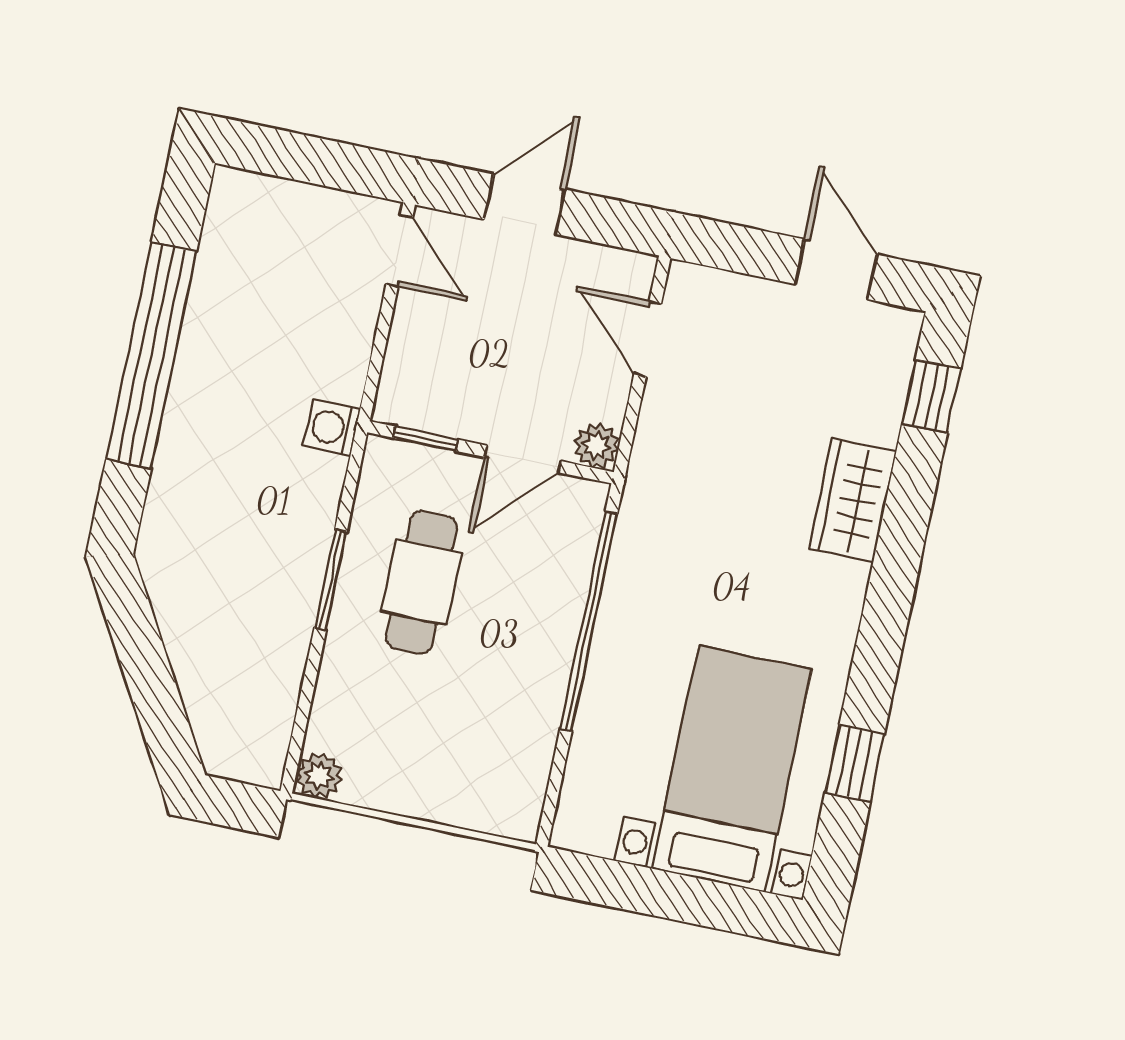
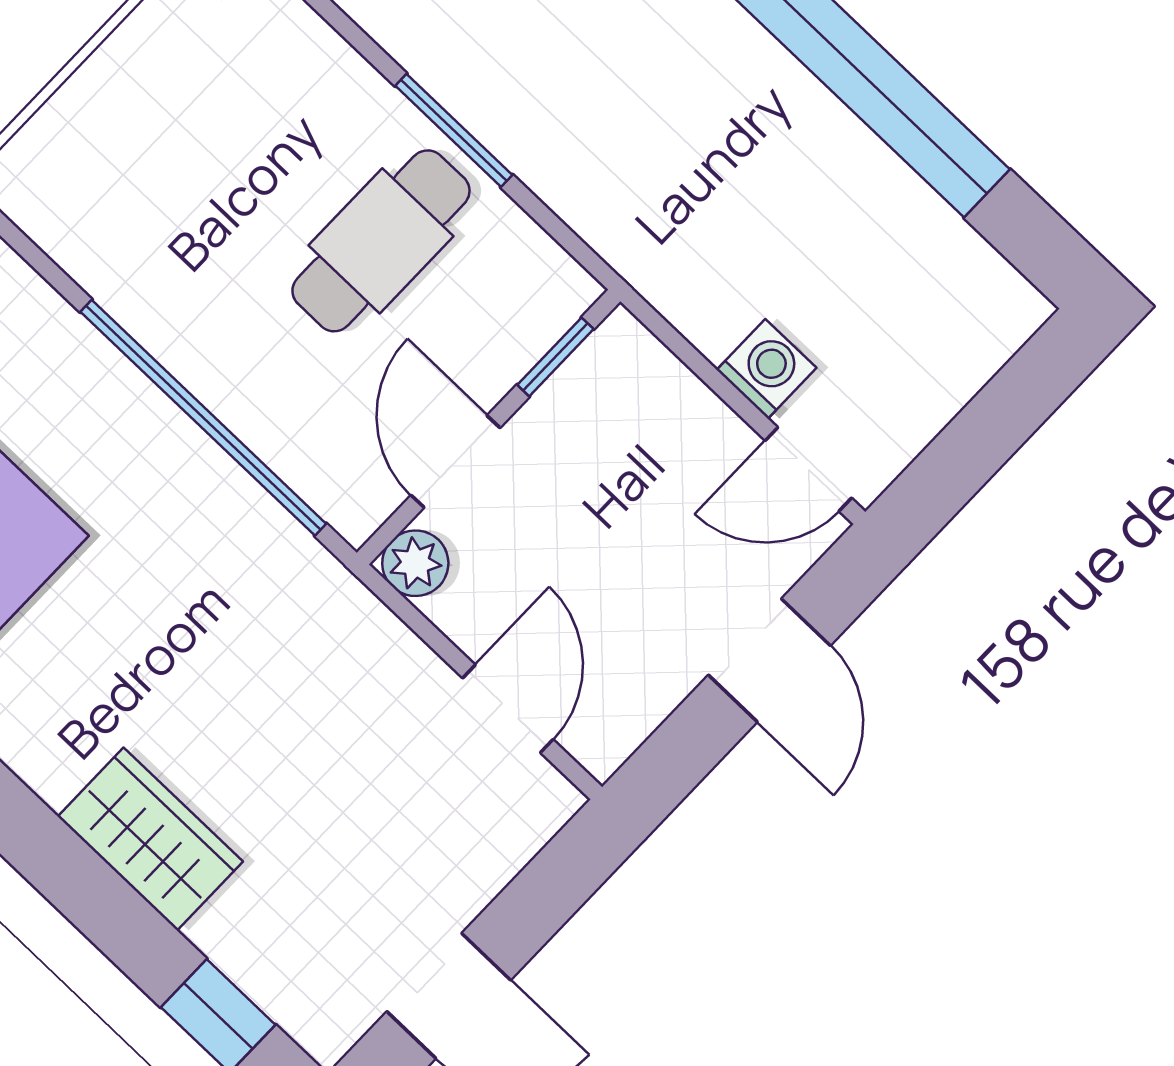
door: (648, 339) -> (508, 709), hinge flipped
washing machine: (332, 428) -> (767, 369), moved
cafe table: (421, 582) -> (381, 241), turned 90

